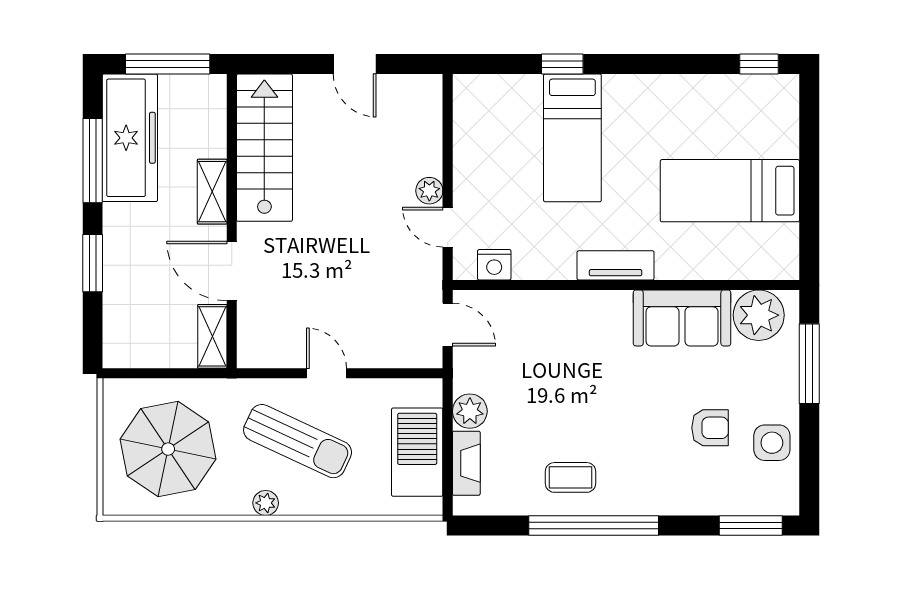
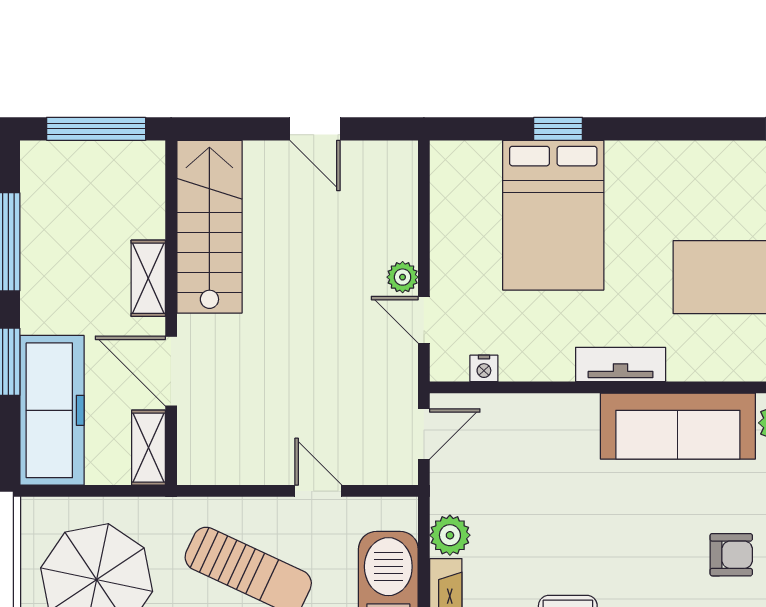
freezer: (130, 138) -> (52, 410), moved
bed: (572, 138) -> (553, 215), width x1.50
nightstand: (494, 265) -> (484, 368), width x0.72, depth x0.74
sofa: (682, 318) -> (678, 426), width x1.36
door: (448, 325) -> (424, 434), hinge flipped
door: (326, 373) -> (318, 491), moved

